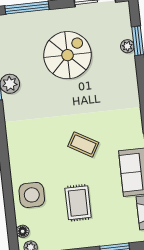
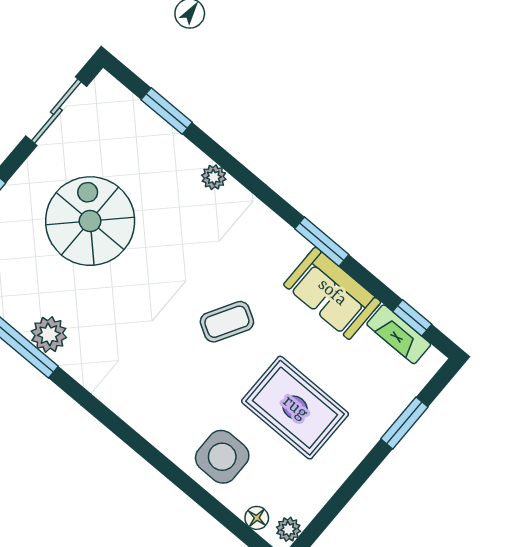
plant: (127, 46) -> (214, 177), moved
rug: (78, 203) -> (295, 408), width x1.36, depth x1.43

